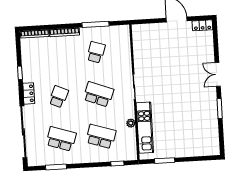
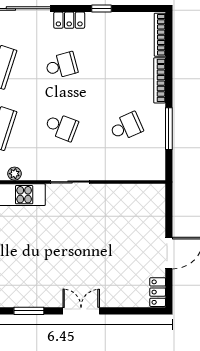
school desk: (96, 52) -> (126, 127), turned -42
school desk: (98, 94) -> (61, 127), width x0.54
school desk: (59, 97) -> (61, 65), turned -39

